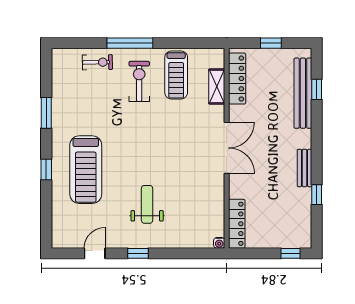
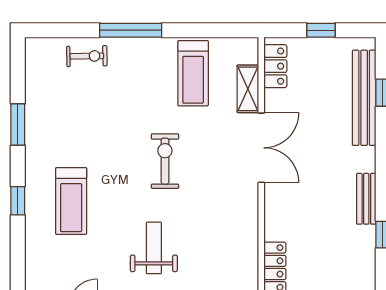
locker: (237, 79) -> (275, 66), width x0.66
exercise bike: (139, 81) -> (165, 161), moved
double door: (227, 148) -> (261, 148), moved
treadmill: (86, 170) -> (71, 201), width x0.73, depth x0.73

